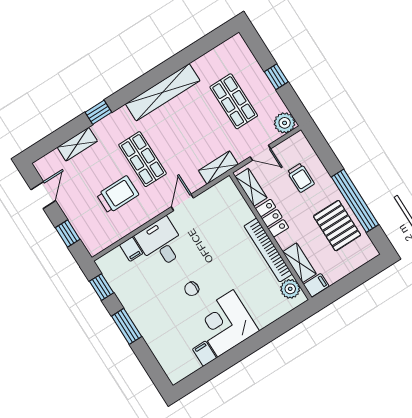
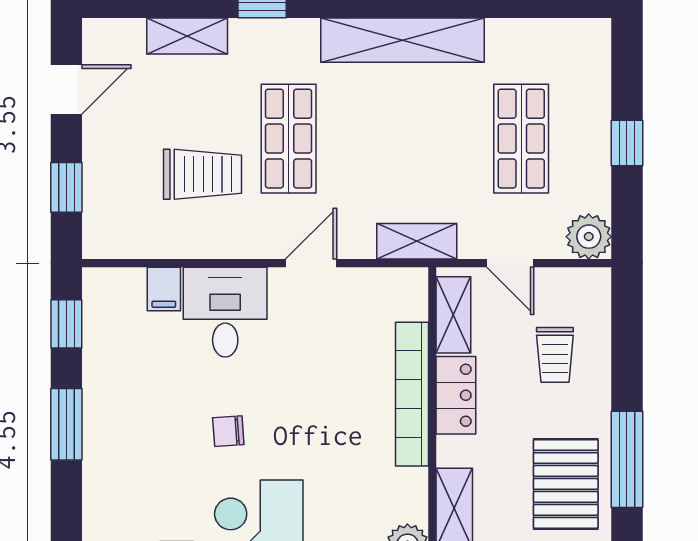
window: (355, 201) -> (627, 459), width x0.68
bookcase: (268, 250) -> (412, 394), moved

